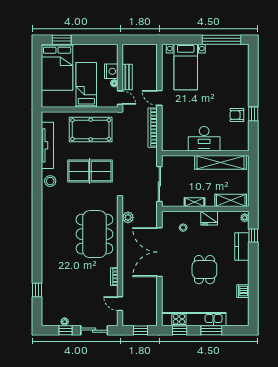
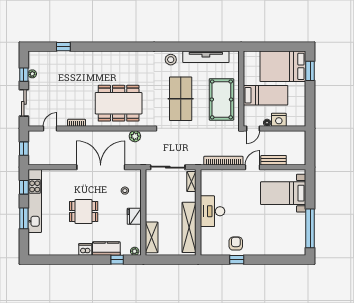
bench: (127, 77) -> (274, 160), moved
shelving: (194, 202) -> (191, 182), moved
dishwasher: (243, 291) -> (85, 249), moved

